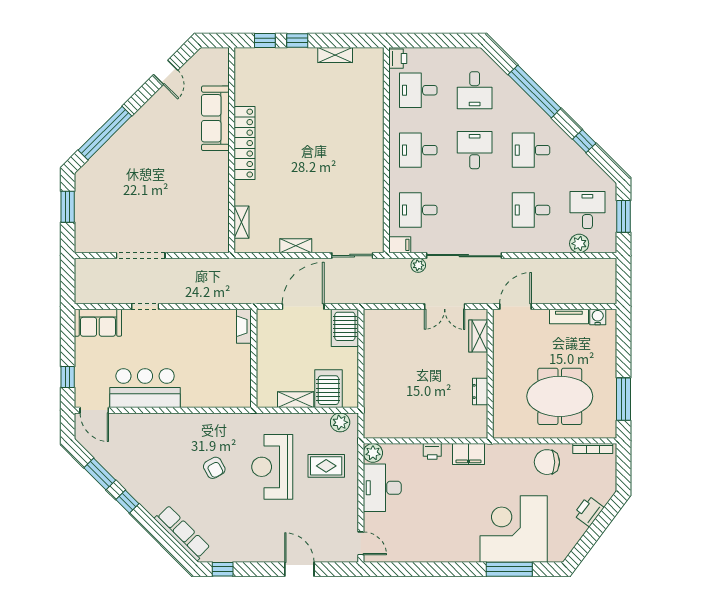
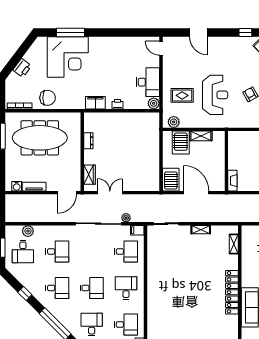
desk: (418, 150) -> (126, 288), turned -90
desk: (475, 150) -> (92, 288), turned -90
door: (303, 307) -> (196, 193), swing flipped
meeting table: (560, 396) -> (40, 138), width x1.36

